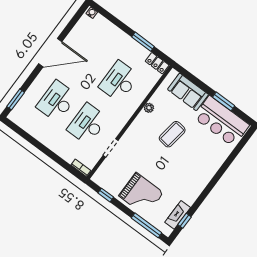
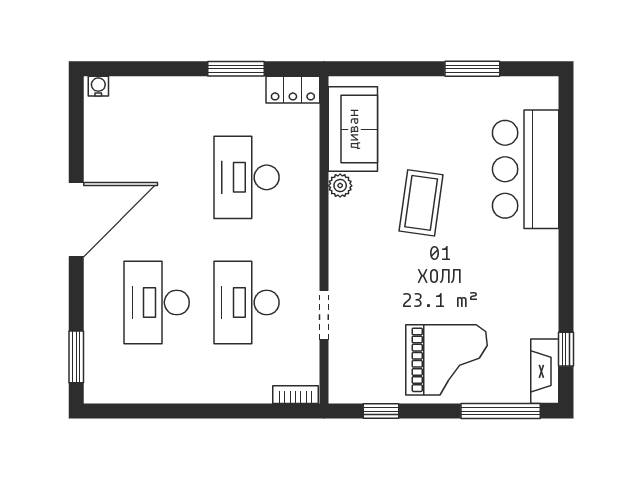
sofa: (188, 92) -> (353, 129), moved, turned -90
bar counter: (221, 121) -> (526, 169), moved, turned 90
fireplace: (178, 215) -> (545, 371), moved

